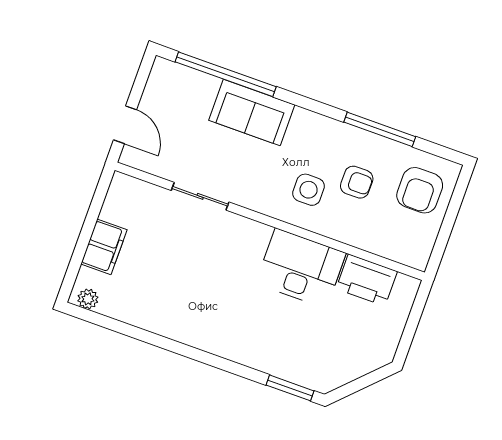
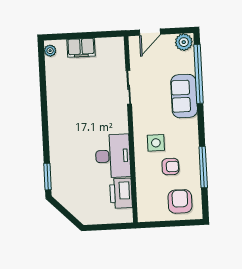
plant: (164, 77) -> (184, 42), added
armchair: (357, 182) -> (170, 167), turned -90
armchair: (420, 190) -> (180, 201), turned 90

